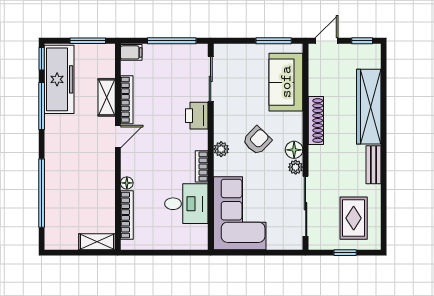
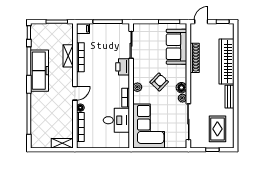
freezer: (59, 79) -> (39, 71), moved
shoe rack: (316, 121) -> (195, 58), moved
door: (118, 137) -> (75, 93), moved

